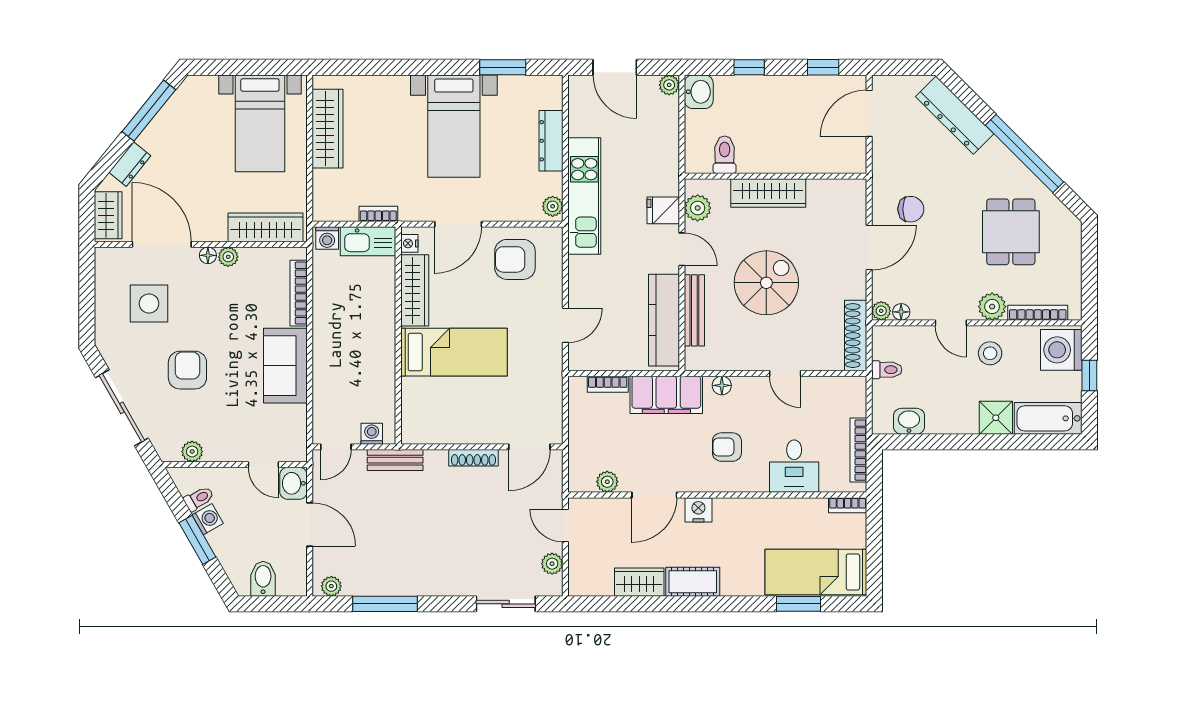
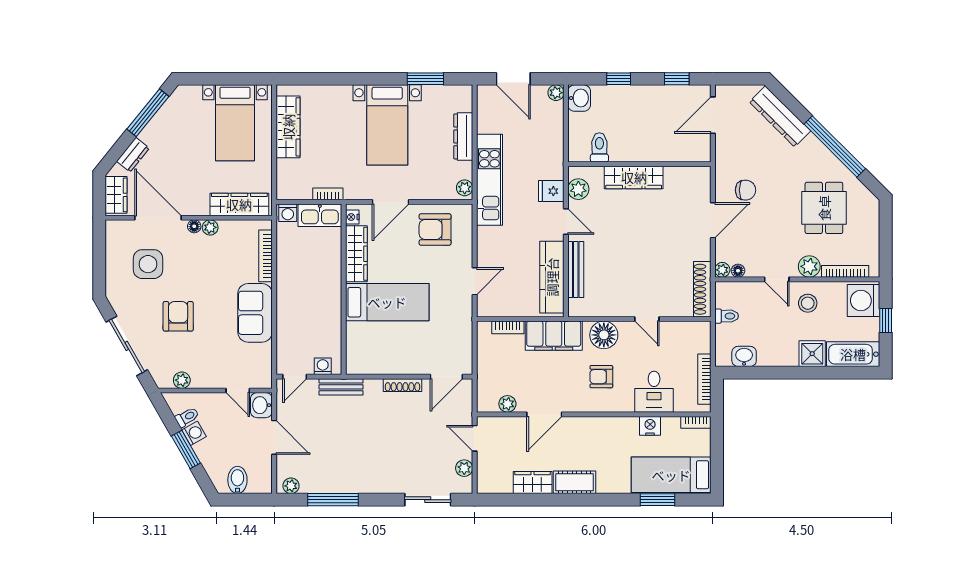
spiral stairs: (766, 283) -> (632, 248), removed
floor lamp: (722, 385) -> (604, 335), width x1.89, depth x1.89
nightstand: (698, 510) -> (650, 426), moved

